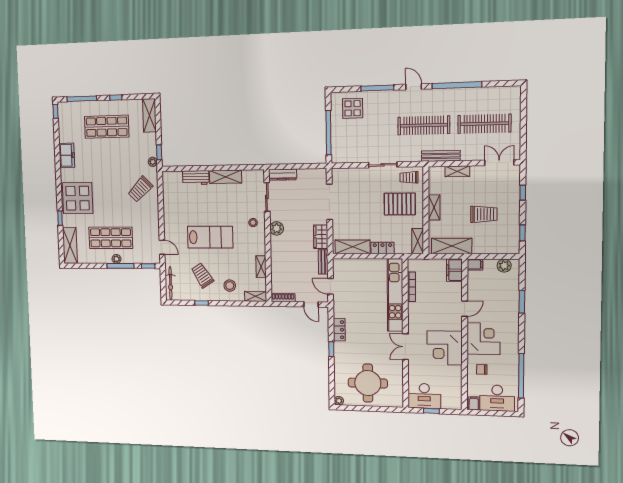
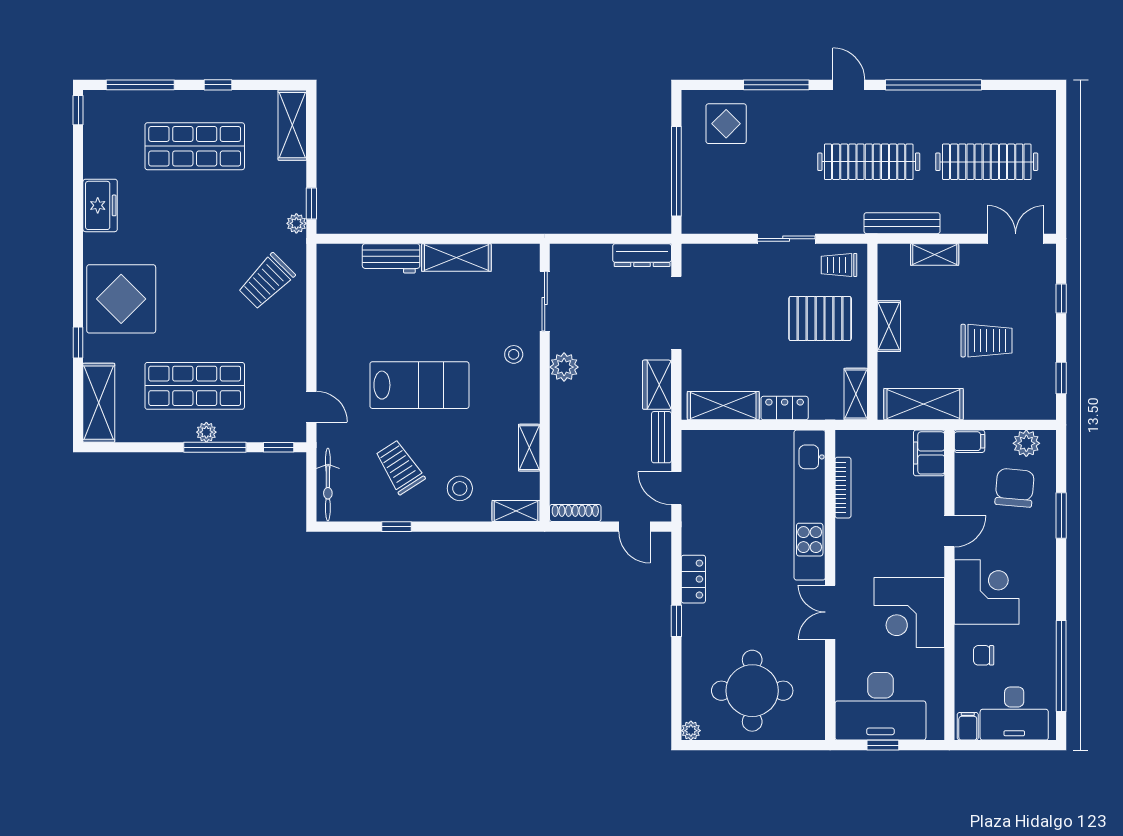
dresser: (283, 175) -> (642, 255), moved
chair: (498, 288) -> (1015, 488), added
desk: (424, 396) -> (880, 706), width x1.36, depth x1.30

